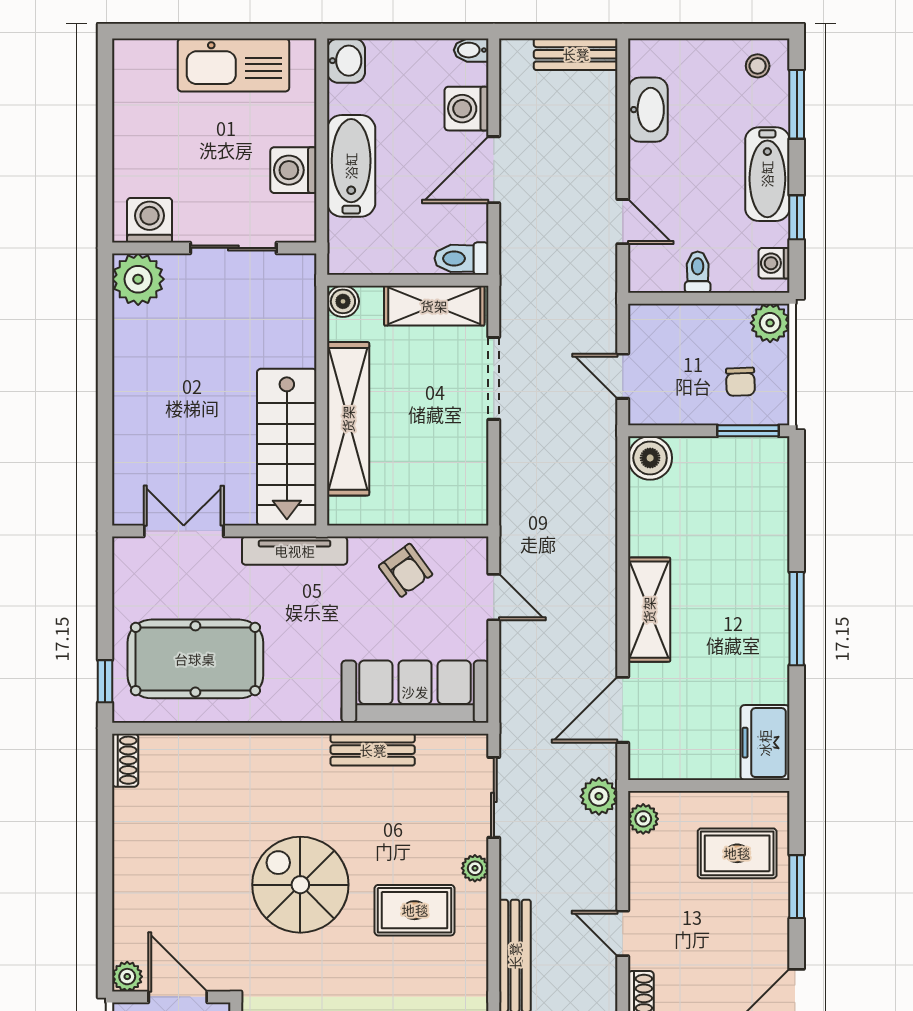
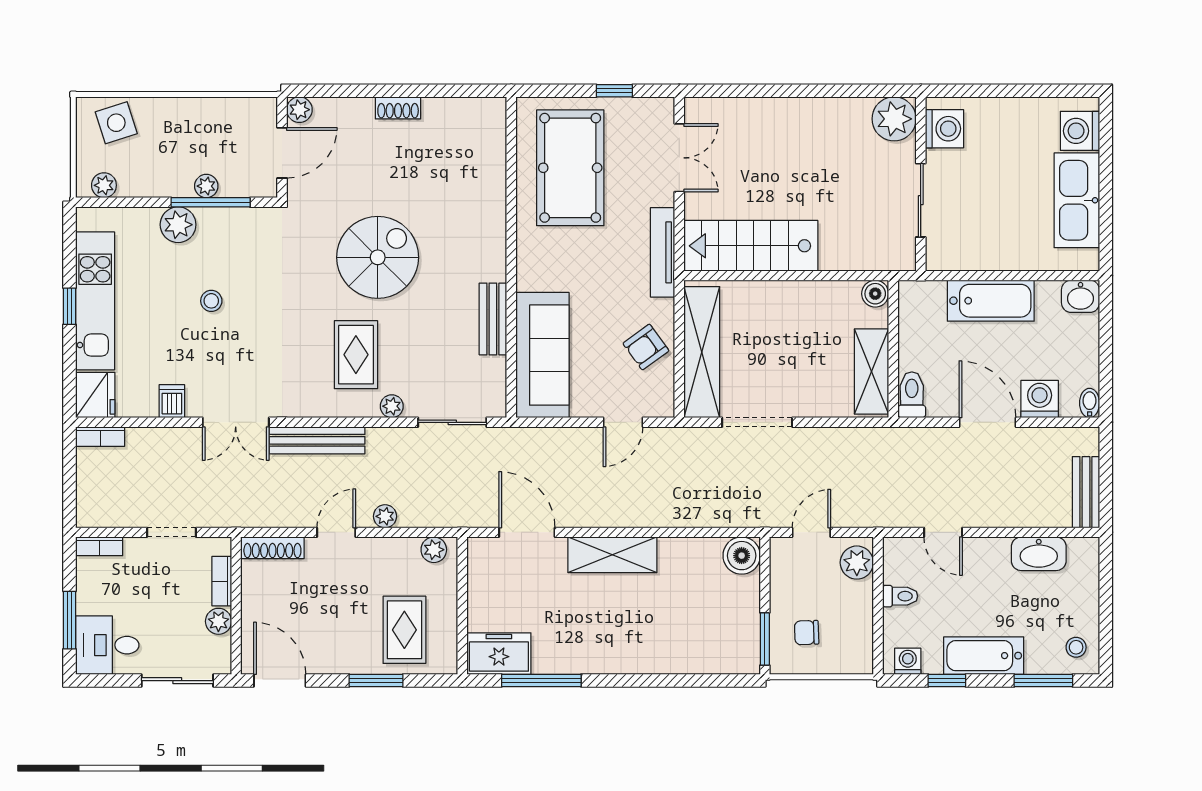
washing machine: (293, 170) -> (1080, 131), moved, turned -90
door: (623, 222) -> (943, 532), hinge flipped
plant: (770, 323) -> (857, 563), moved
doorway: (494, 378) -> (757, 422), moved
shelving: (348, 419) -> (702, 352), moved, turned 90
window: (797, 619) -> (541, 681), moved
window: (105, 681) -> (614, 91), moved
shoe rack: (125, 760) -> (398, 108), moved
plant: (599, 796) -> (385, 516), moved, width x0.73, depth x0.73

